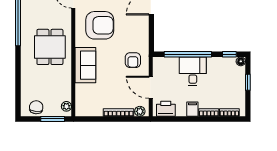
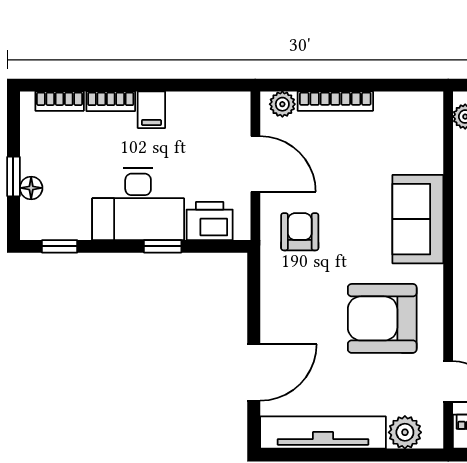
window: (188, 54) -> (163, 246), width x0.32
floor lamp: (241, 61) -> (31, 188), moved
desk: (193, 71) -> (138, 204), width x1.37
printer: (166, 109) -> (210, 221), moved, turned 180

